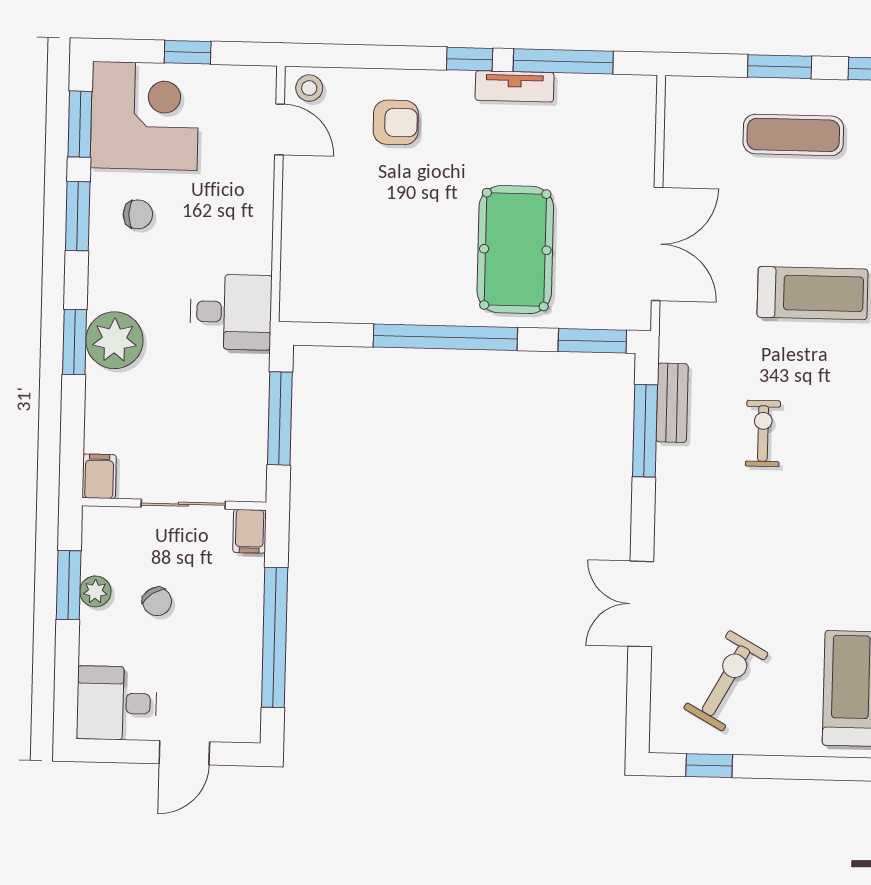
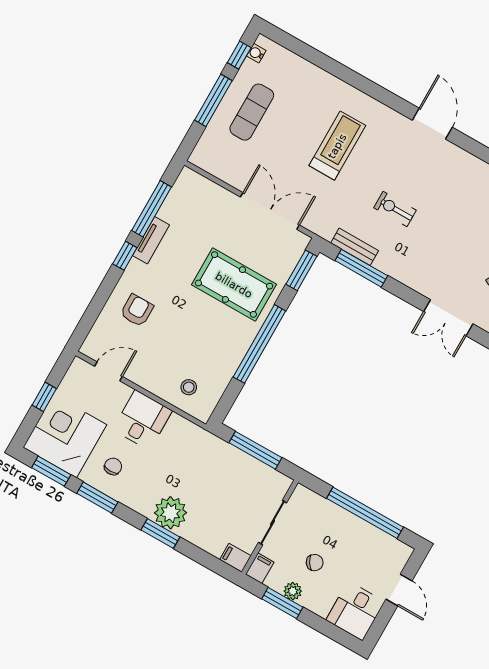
window: (780, 67) -> (213, 100), width x1.44
stool: (309, 88) -> (189, 387), moved
desk: (231, 312) -> (142, 420), moved
filing cabinet: (250, 531) -> (260, 568), moved, turned -90

